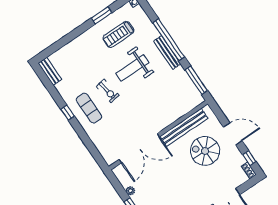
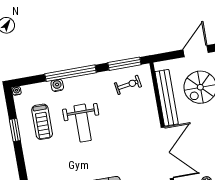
water cooler: (154, 33) -> (57, 85), added
bench: (167, 52) -> (83, 80), removed
exercise bike: (108, 91) -> (128, 85), moved

